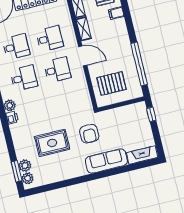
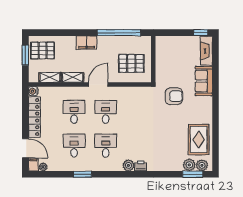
filing cabinet: (116, 13) -> (87, 43), moved, width x2.00
pallet: (111, 83) -> (131, 63), turned 90
window: (151, 114) -> (201, 33), moved
rug: (52, 143) -> (199, 139), moved
sofa: (106, 161) -> (204, 81), width x0.73

